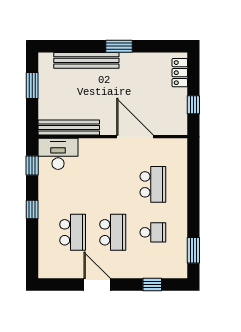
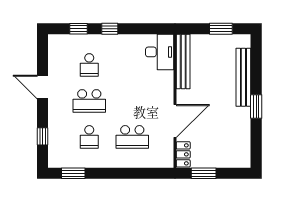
locker: (180, 73) -> (183, 154), moved, turned 90
window: (193, 105) -> (204, 173), width x1.50
window: (32, 165) -> (79, 29), moved
school desk: (73, 232) -> (89, 65), width x0.54
door: (97, 284) -> (42, 87), swing flipped

